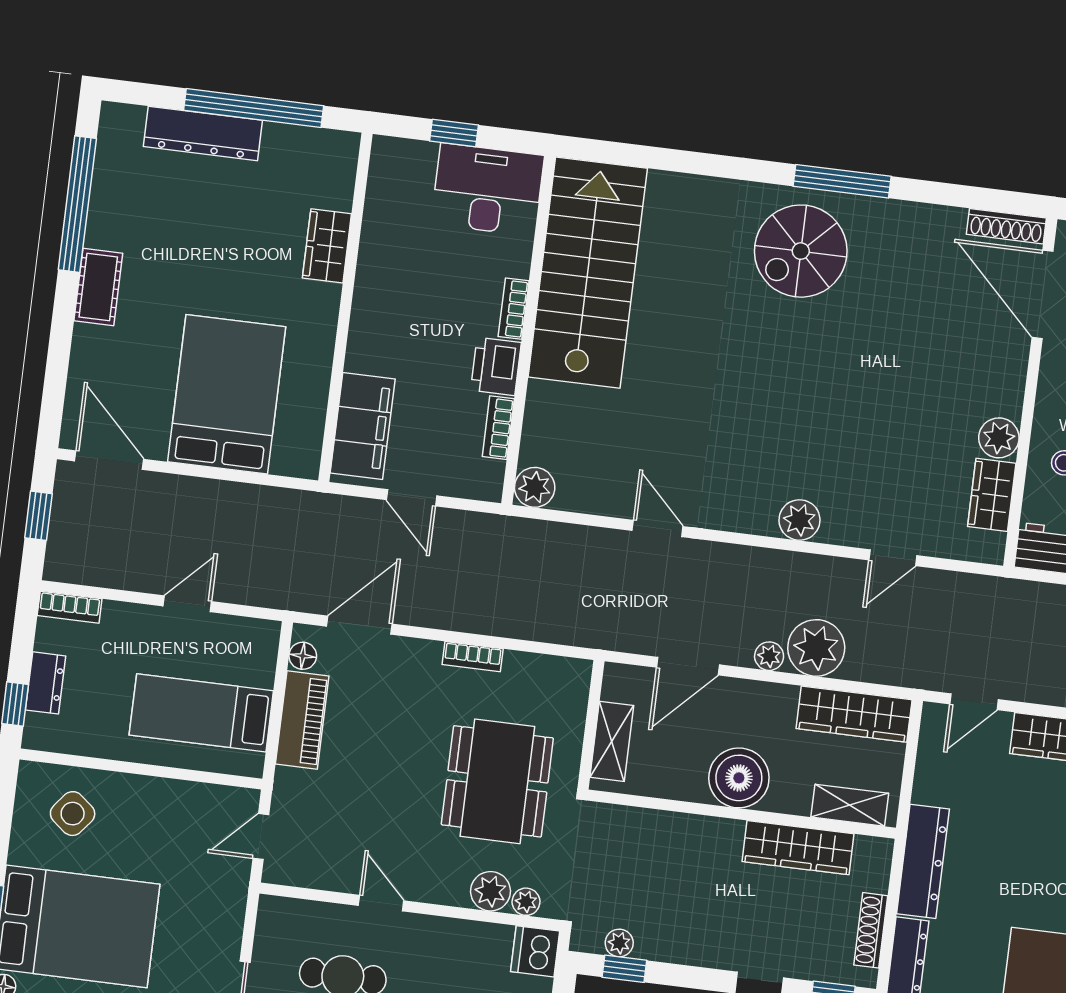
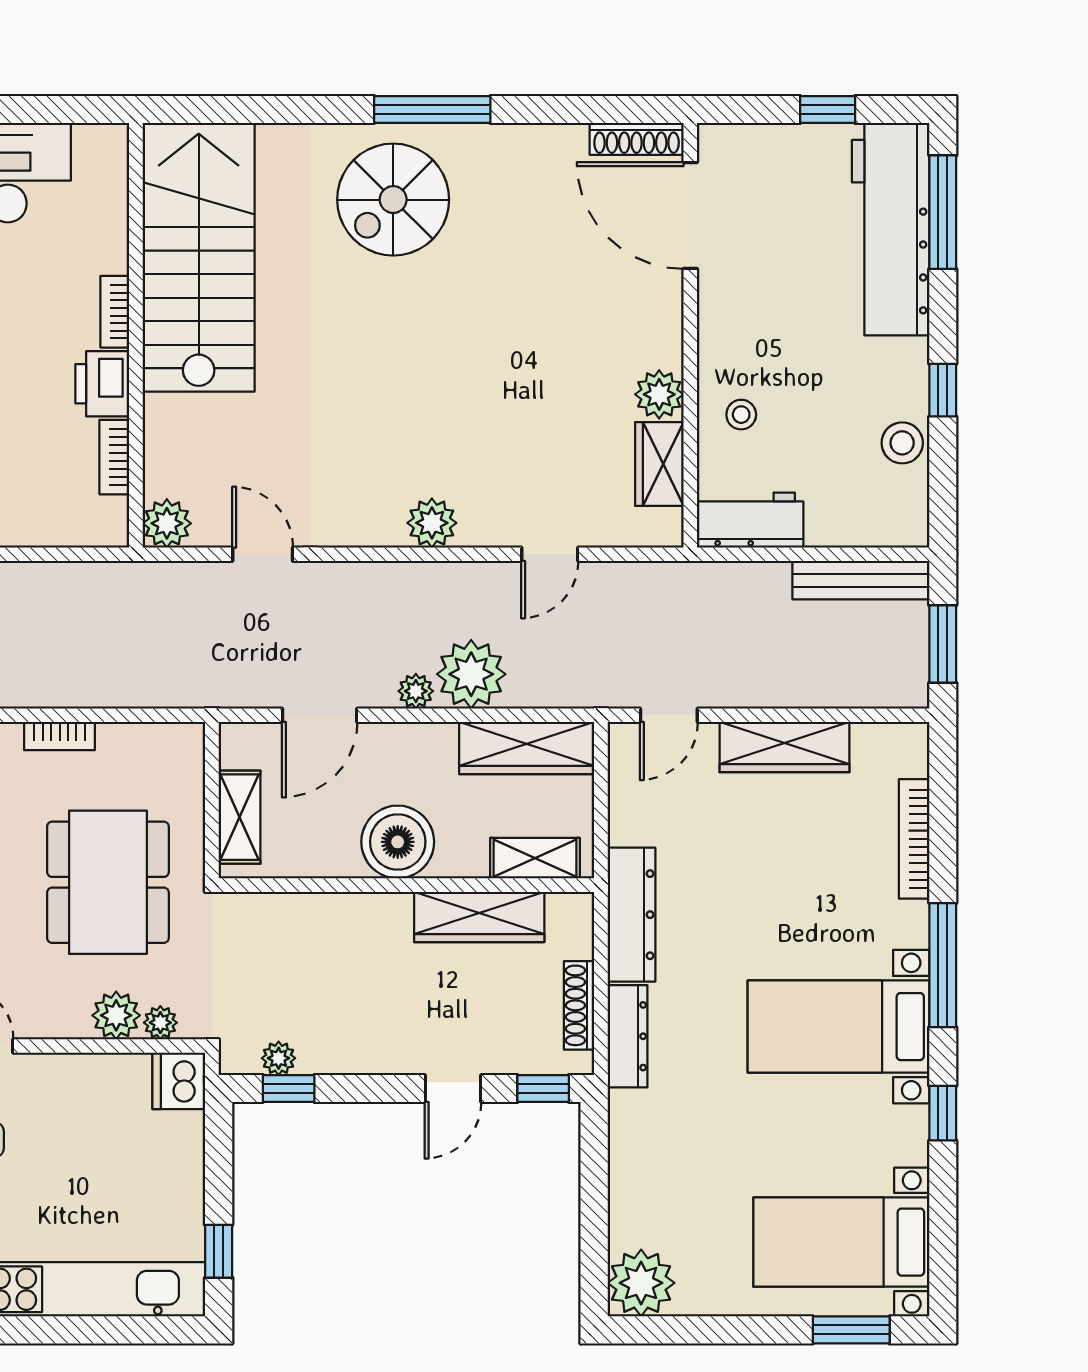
stairs: (588, 273) -> (199, 257), moved
bookcase: (514, 309) -> (115, 312), moved
wall: (528, 330) -> (136, 335), moved
printer: (496, 366) -> (102, 384), moved
bookcase: (498, 428) -> (114, 457), moved
plant: (535, 487) -> (167, 523), moved

